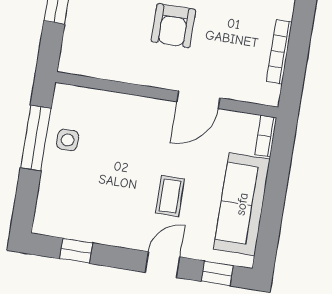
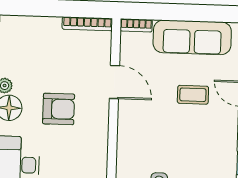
bookcase: (279, 52) -> (87, 24), moved

